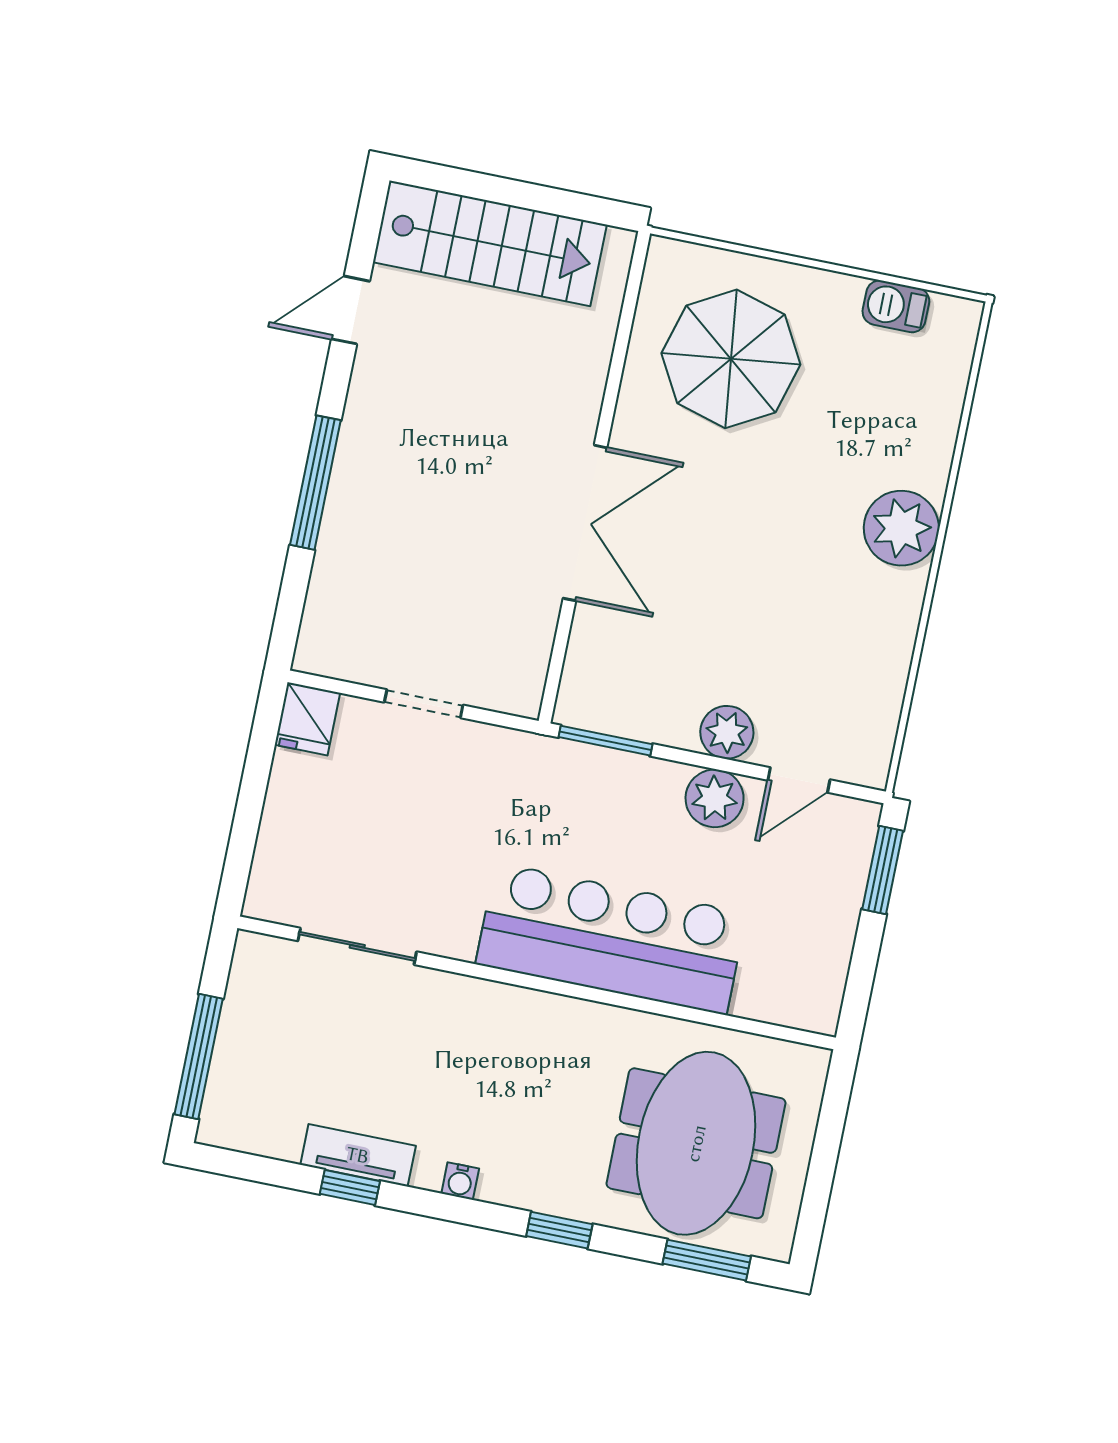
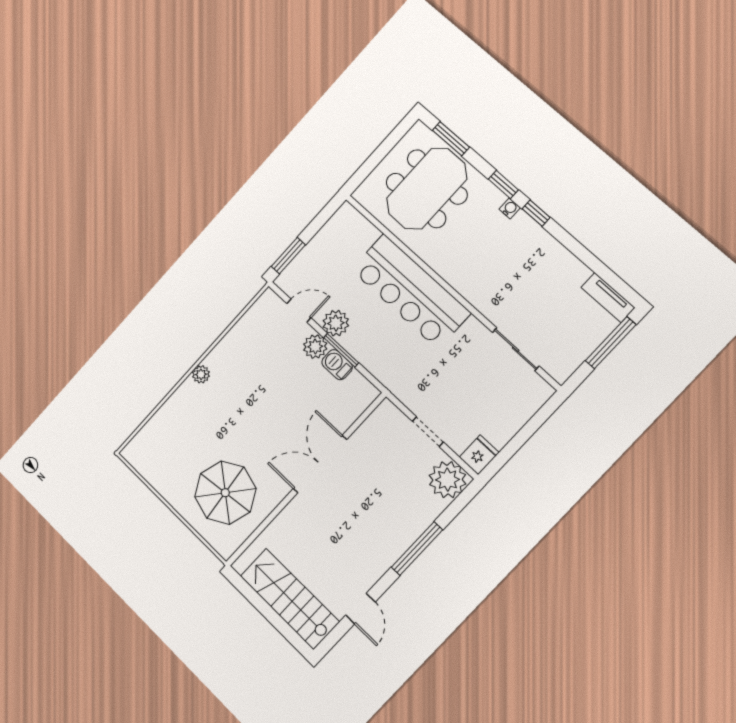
barbecue: (896, 306) -> (337, 365), moved, turned 180
door: (351, 310) -> (360, 609), hinge flipped
plant: (901, 528) -> (201, 374), width x0.53, depth x0.53
plant: (336, 640) -> (447, 480), added
window: (605, 741) -> (341, 350), moved
tv unit: (358, 1155) -> (608, 298), moved
water cooler: (460, 1181) -> (510, 208), moved
window: (350, 1187) -> (536, 213), moved

